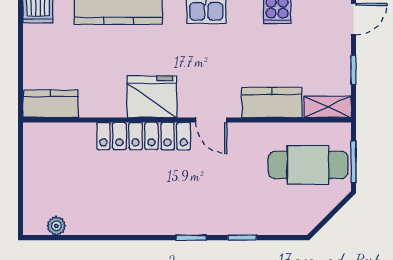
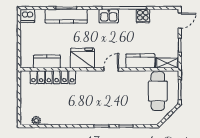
kitchen counter: (51, 104) -> (47, 62), moved
door: (211, 120) -> (111, 69), swing flipped
locker: (143, 136) -> (53, 77), moved
cafe table: (308, 165) -> (158, 91), turned 90

